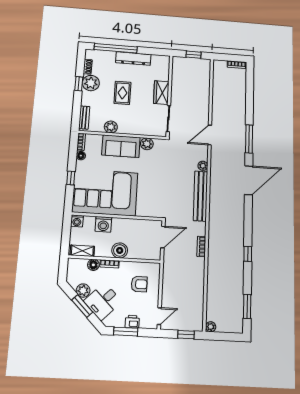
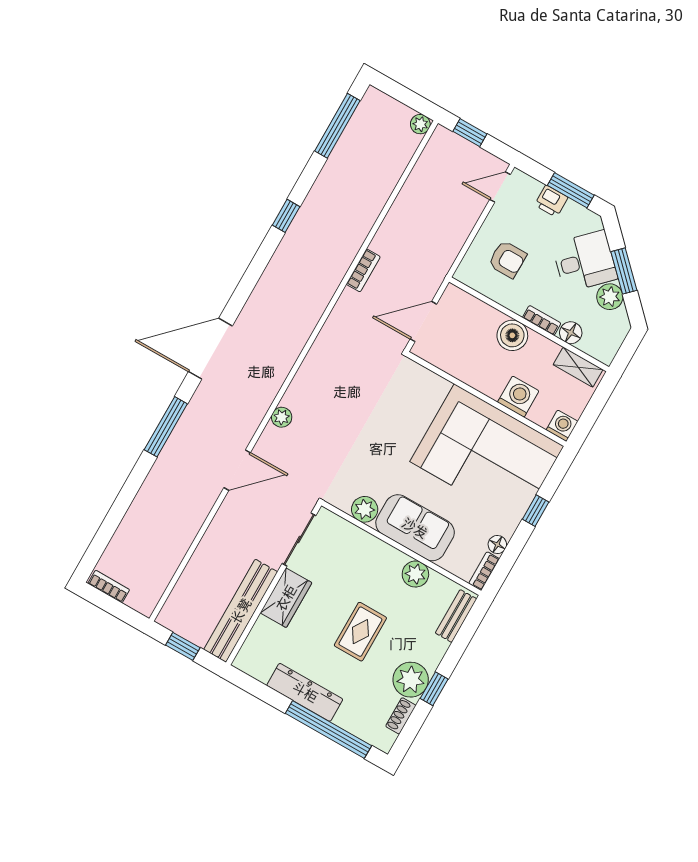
bench: (201, 196) -> (241, 611), moved
armchair: (139, 284) -> (507, 259), turned 180
window: (247, 306) -> (337, 126), width x1.44

